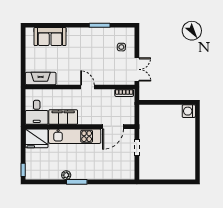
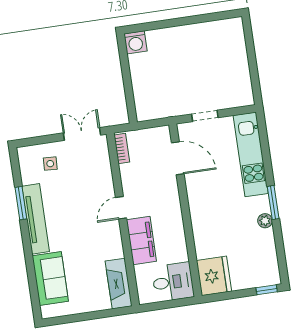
tv unit: (88, 33) -> (36, 219), added
filing cabinet: (63, 117) -> (141, 241), moved, turned 180
kitchen unit: (75, 136) -> (251, 154), moved, turned 180

